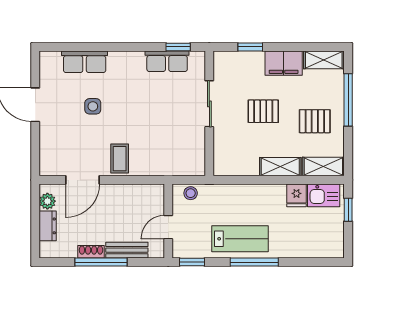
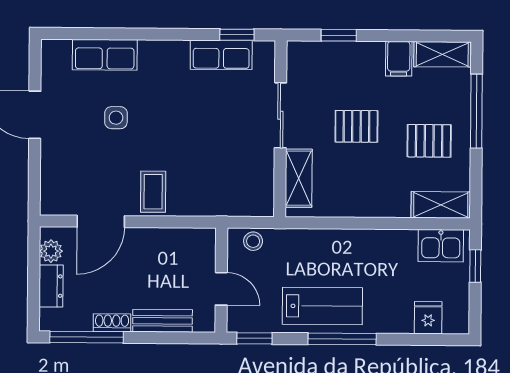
filing cabinet: (284, 63) -> (399, 59), width x0.50
shelving: (280, 167) -> (299, 178), moved, turned 90
fridge: (296, 195) -> (428, 318), moved, turned 180
door: (168, 227) -> (221, 289), swing flipped
window: (101, 262) -> (87, 337), moved

